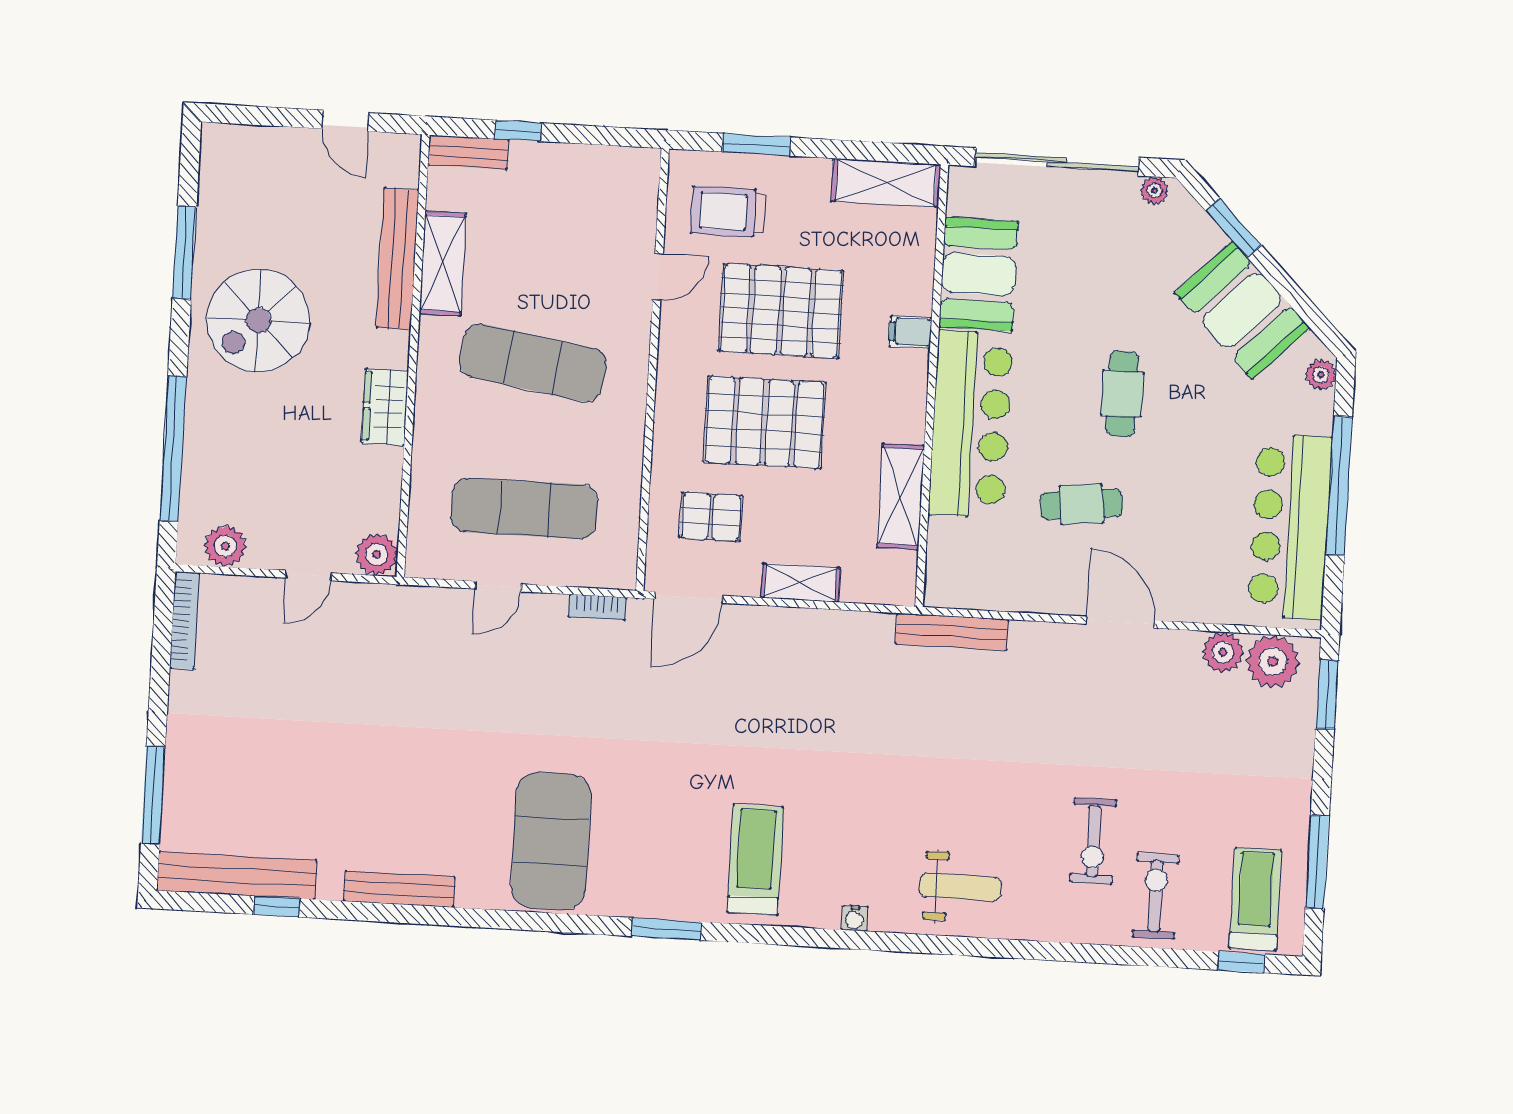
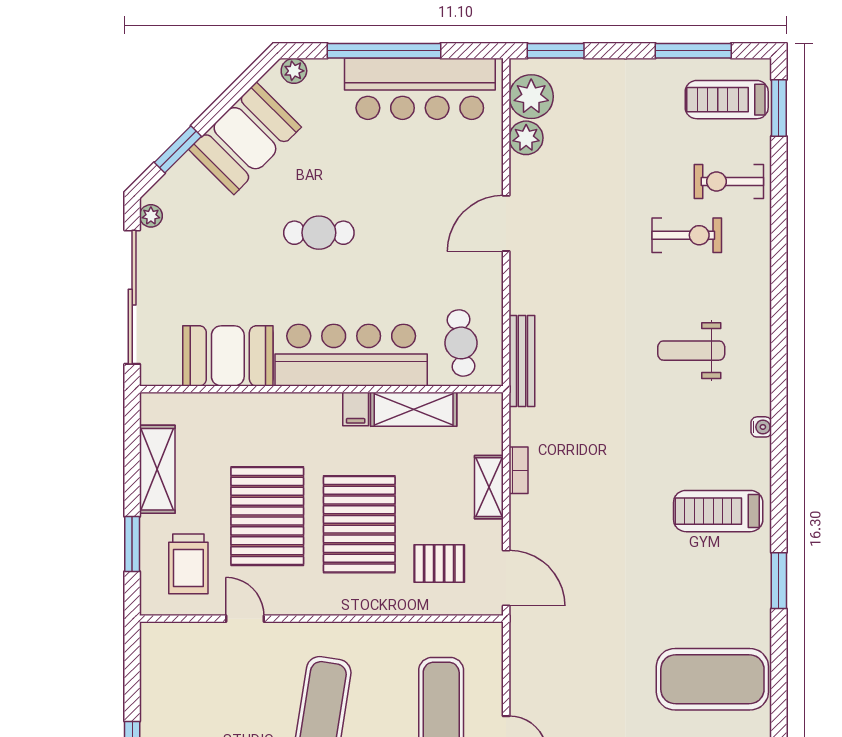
shelving: (886, 183) -> (157, 469), moved
filing cabinet: (910, 332) -> (356, 409), moved
cafe table: (1081, 504) -> (461, 343), moved
pallet: (711, 517) -> (439, 564), turned 90
bookcase: (597, 607) -> (518, 470), moved
weight bench: (960, 887) -> (691, 351), moved, turned -90
window: (1242, 962) -> (779, 108), width x1.50

